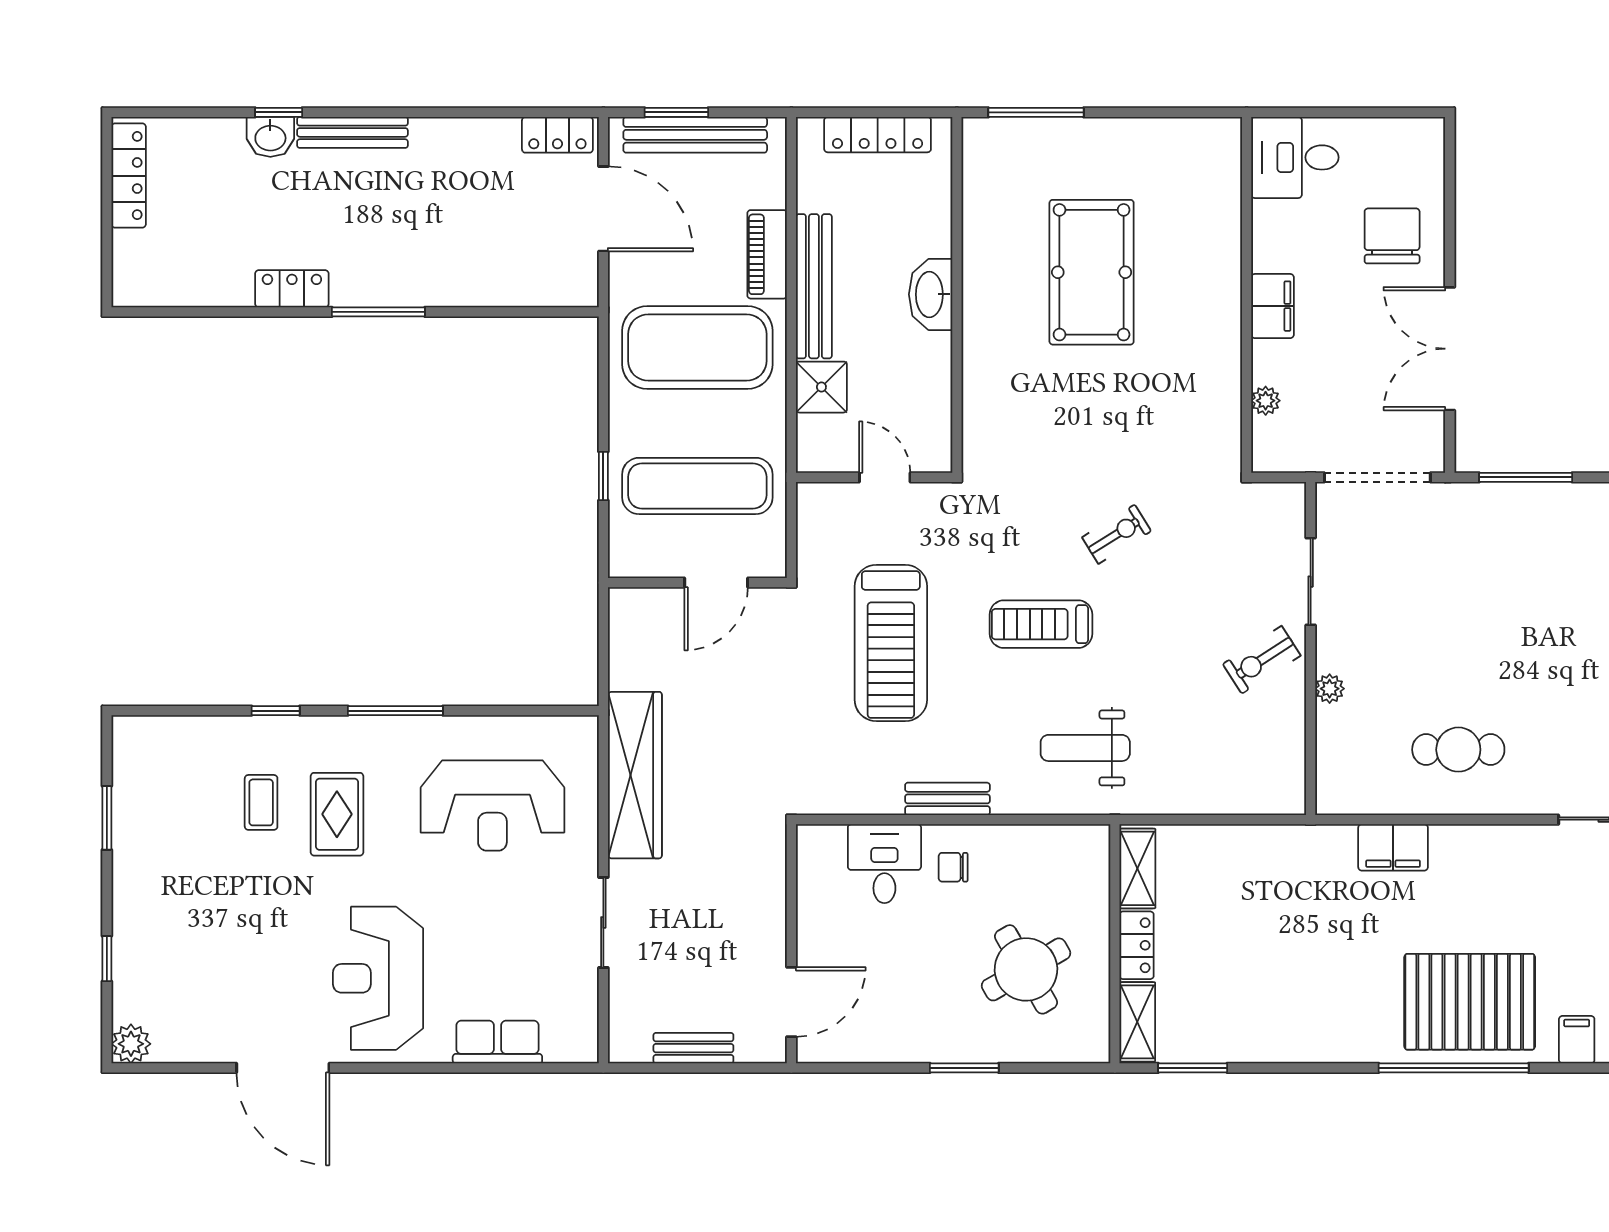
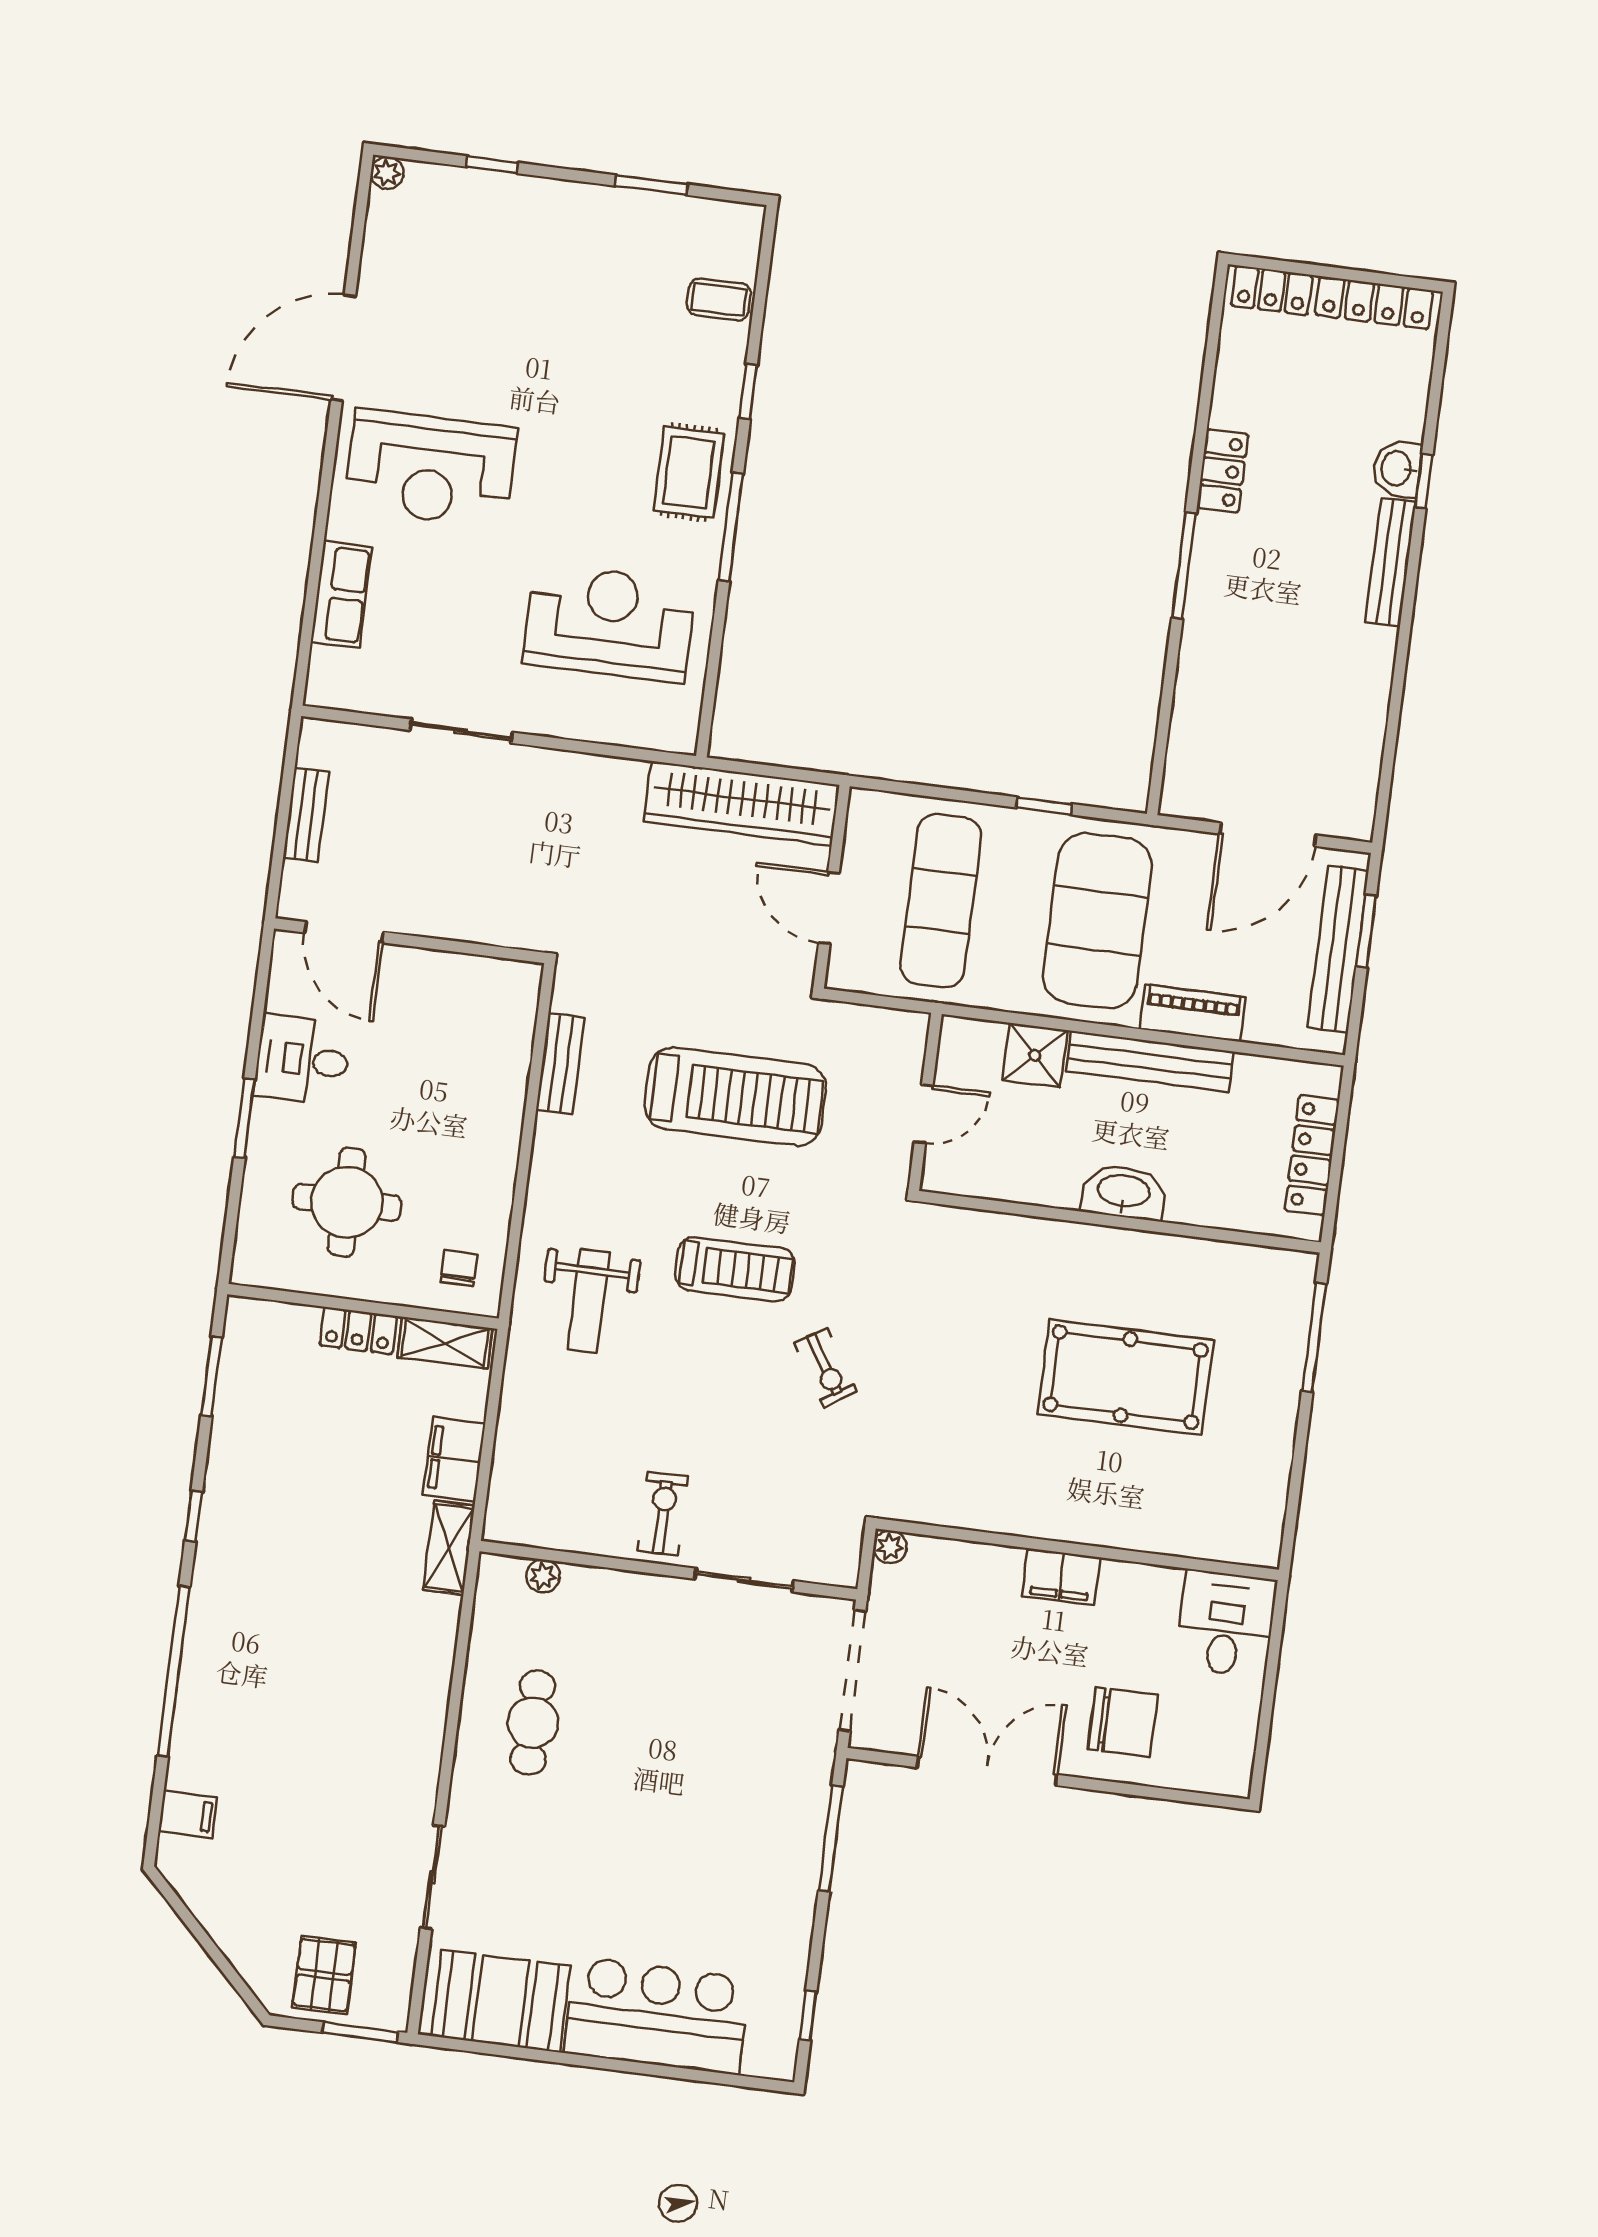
locker: (557, 135) -> (1272, 290), moved, turned -90
plant: (1266, 401) -> (890, 1547), moved
window: (603, 476) -> (1044, 806), moved
treadmill: (1041, 624) -> (735, 1269), turned 90
treadmill: (891, 643) -> (735, 1097), turned 180
exercise bike: (1262, 660) -> (663, 1513), turned 33
plant: (1330, 689) -> (543, 1576), moved
weight bench: (1085, 748) -> (589, 1301), turned 180
wardrobe: (635, 775) -> (742, 803), moved
bench: (947, 799) -> (560, 1064), moved
coffee table: (261, 802) -> (719, 299), moved
reception desk: (492, 806) -> (609, 623), turned 90
rug: (337, 814) -> (689, 472), moved, turned 90
filing cabinet: (1393, 847) -> (454, 1459), moved
desk: (884, 864) -> (303, 1060), moved, turned 180
chair: (953, 867) -> (459, 1268), moved
round table: (1026, 969) -> (347, 1202), turned 30
reception desk: (378, 978) -> (431, 468), turned 180
pallet: (1470, 1002) -> (246, 1699), removed
shelving: (1137, 1022) -> (449, 1548), moved, turned 90
plant: (131, 1044) -> (387, 173), width x0.73, depth x0.73
window: (1316, 1068) -> (193, 1516), added

